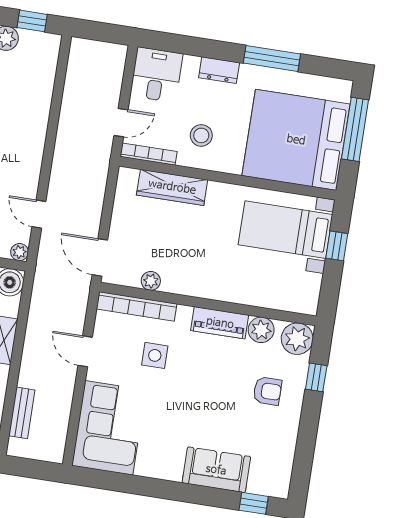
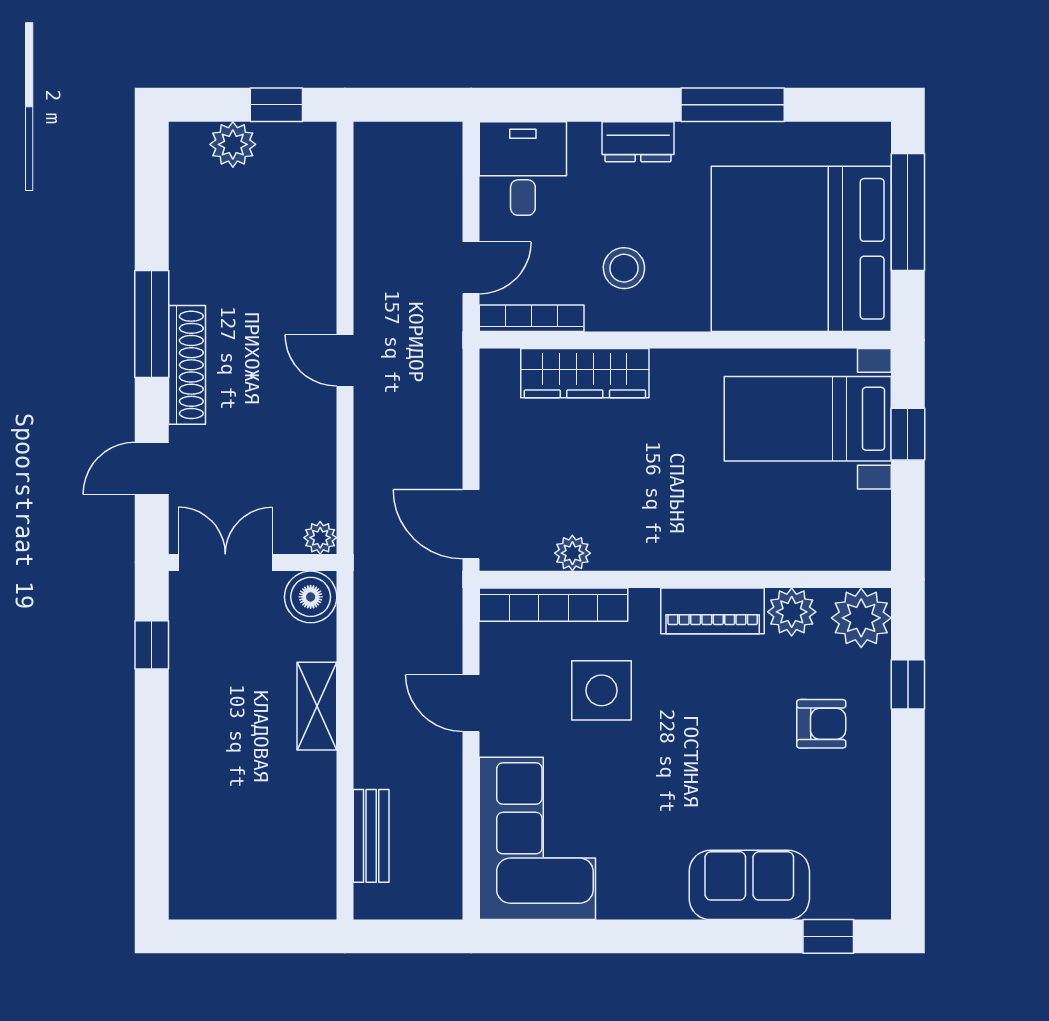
door: (39, 214) -> (345, 360), moved
side table: (155, 355) -> (602, 690), width x1.37, depth x1.37

